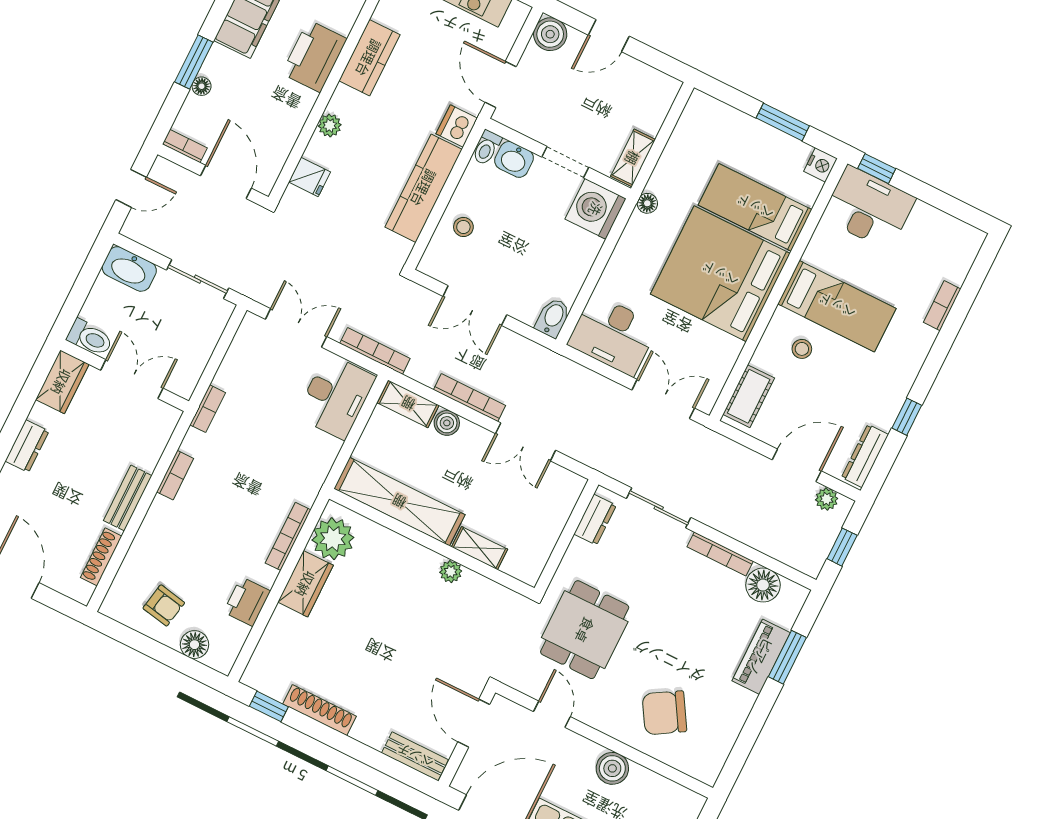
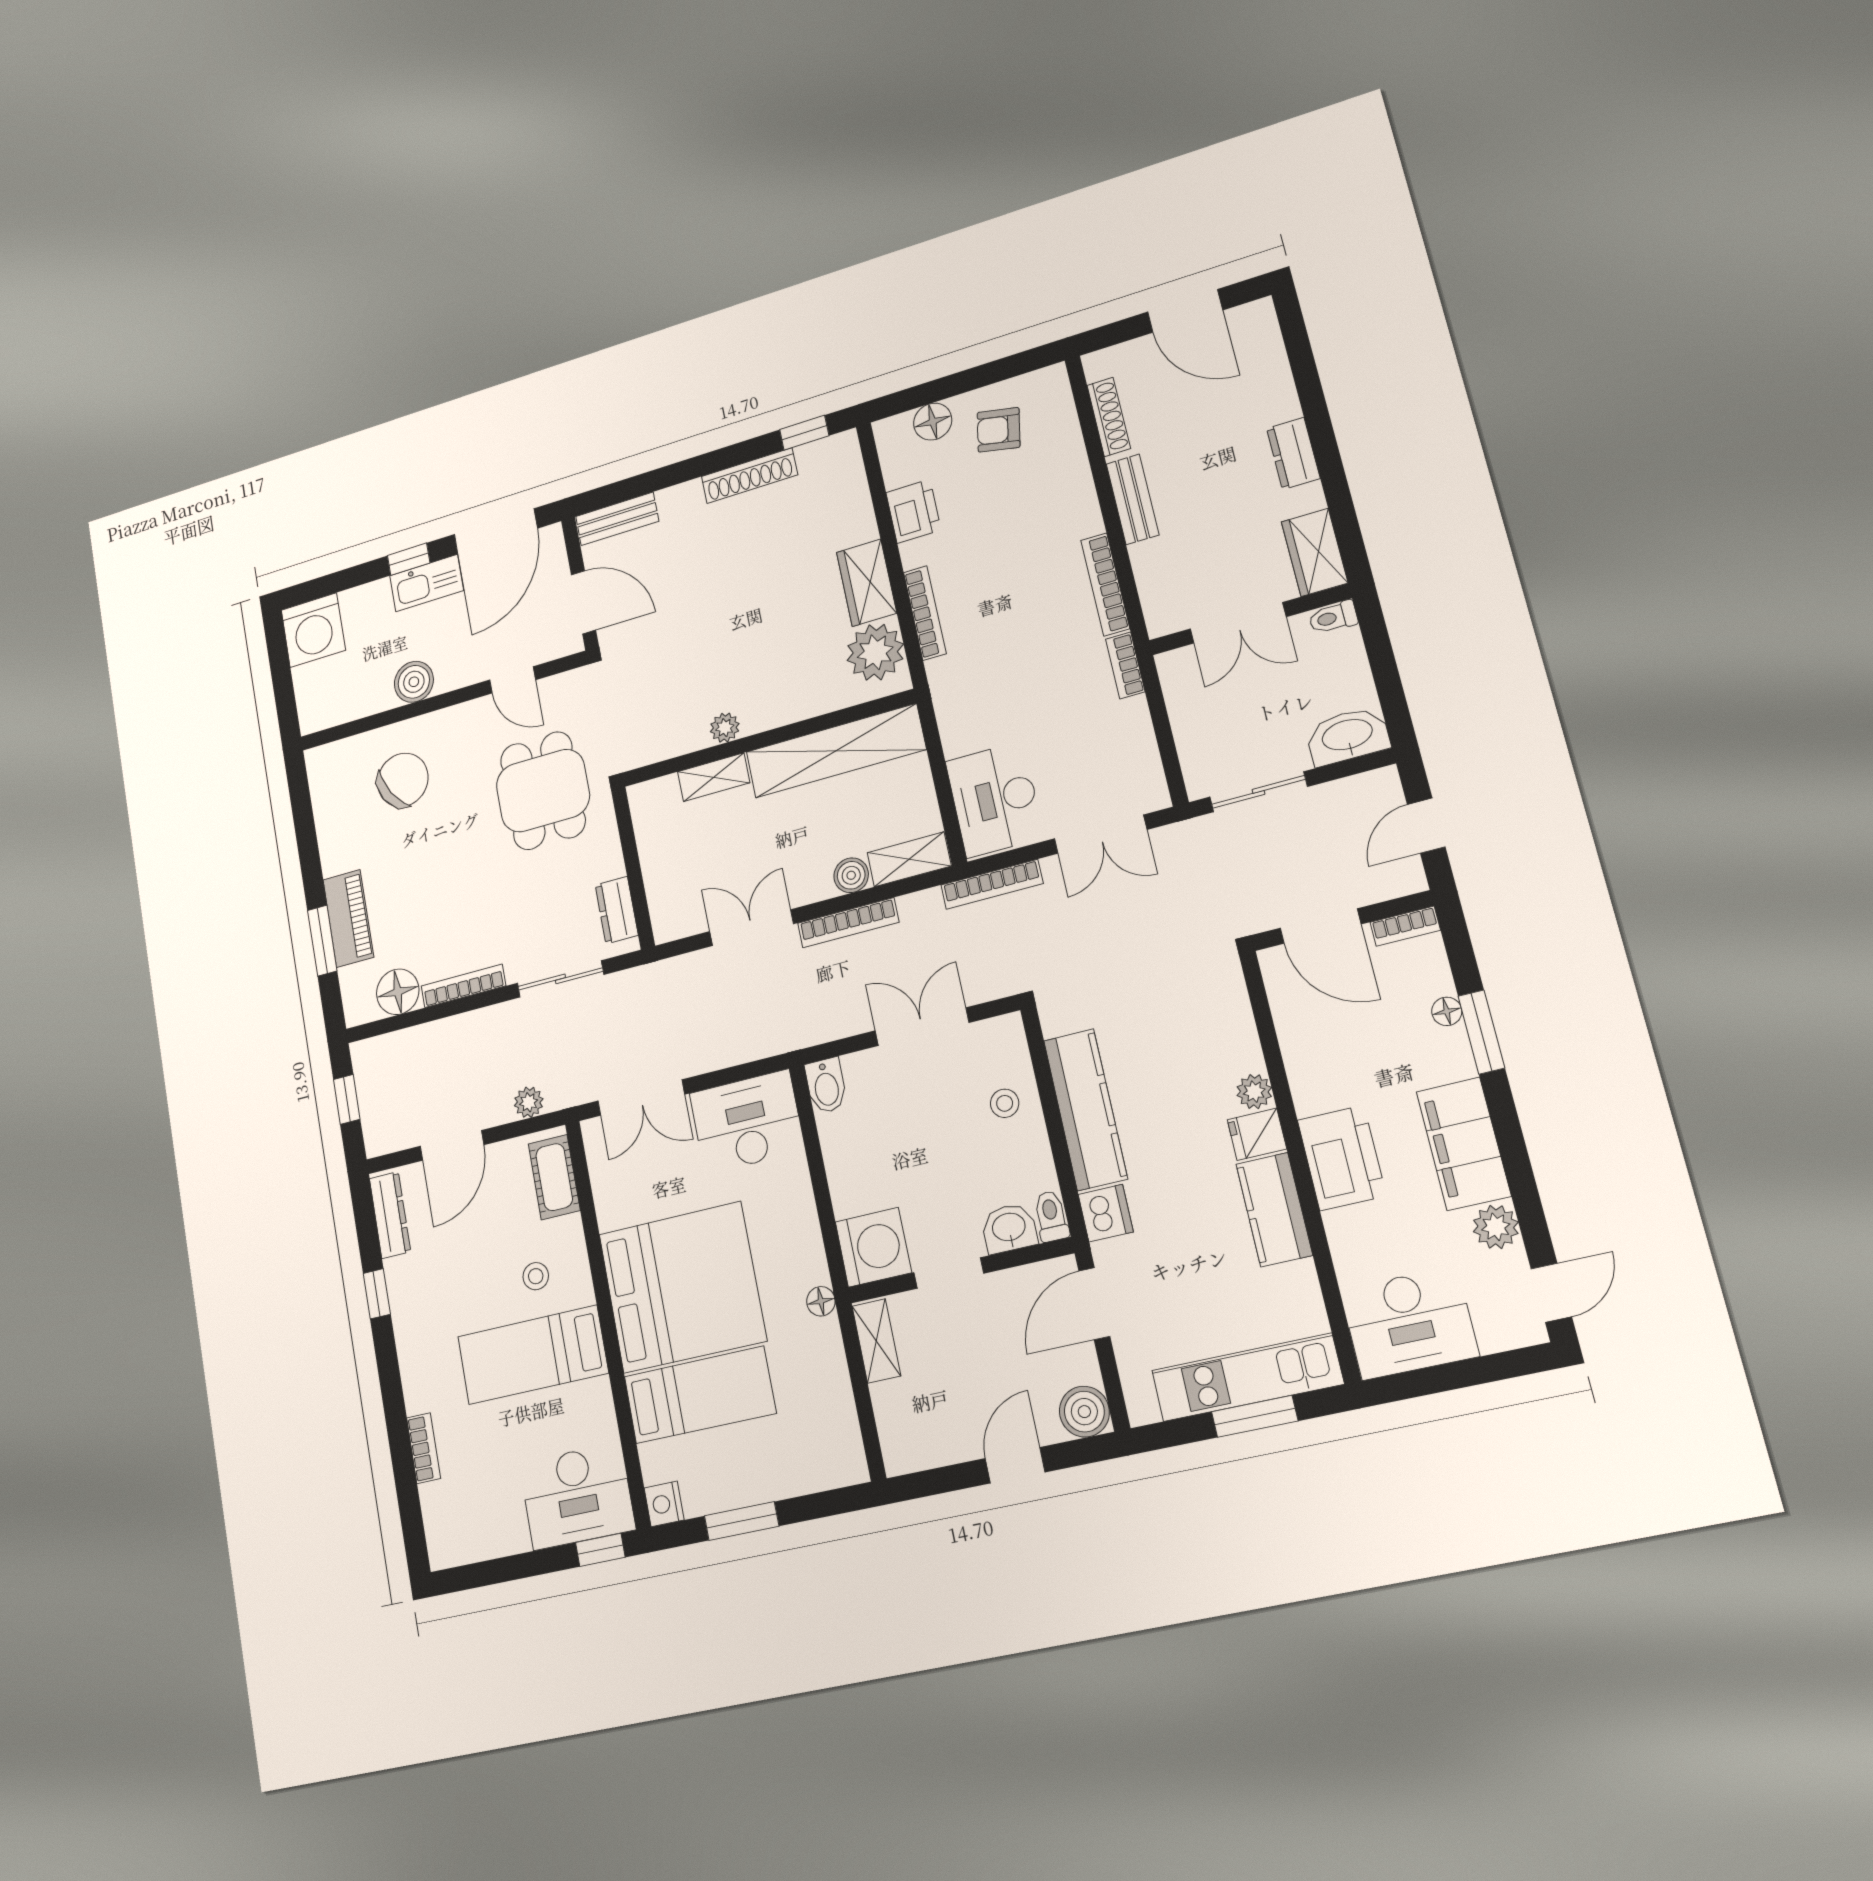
door: (501, 85) -> (1094, 1304), swing flipped
fridge: (310, 177) -> (1257, 1134), moved
toilet: (90, 338) -> (1333, 617), width x0.73, depth x0.72
bookcase: (175, 475) -> (1105, 584), width x1.56
plant: (827, 499) -> (529, 1102), moved

